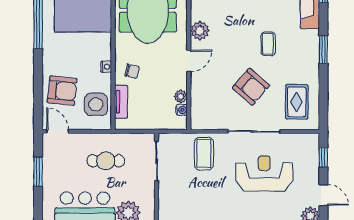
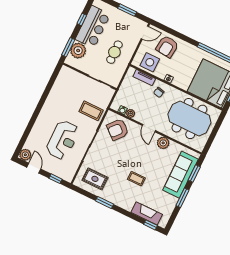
window: (323, 50) -> (105, 203), moved
armchair: (251, 87) -> (118, 130), moved
door: (323, 195) -> (34, 168), swing flipped

